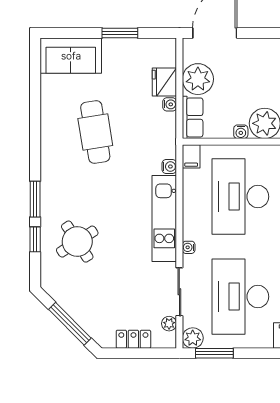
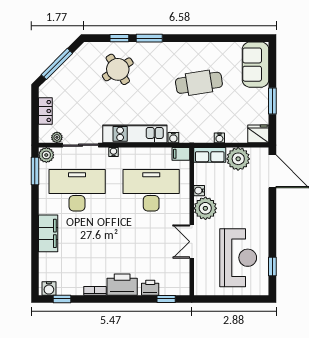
fridge: (164, 82) -> (258, 134), moved

